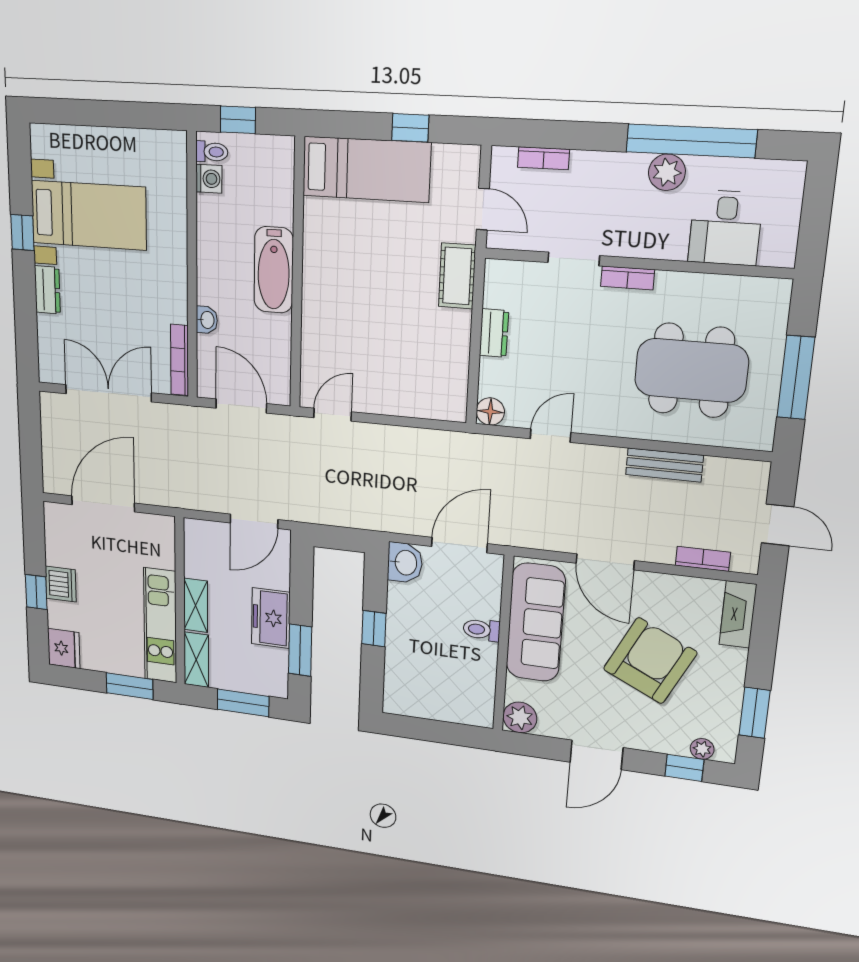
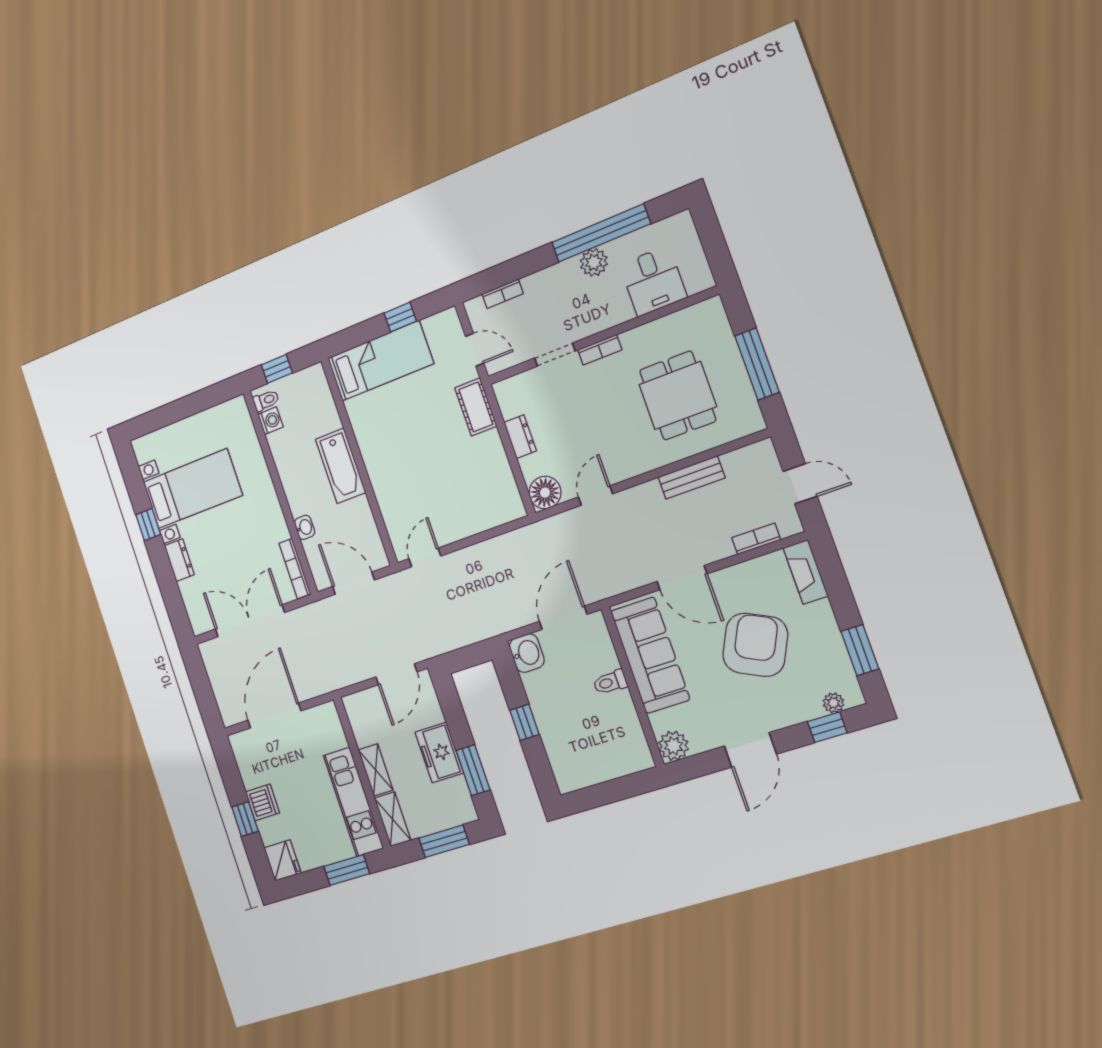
dining table: (691, 370) -> (678, 395), width x0.73
floor lamp: (490, 412) -> (545, 493), width x1.38, depth x1.38

